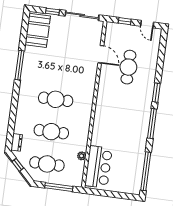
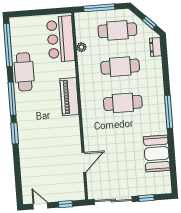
booth: (38, 30) -> (157, 154), moved
door: (101, 54) -> (84, 162), swing flipped
window: (20, 65) -> (169, 112), moved
cafe table: (128, 67) -> (24, 72), moved
piano: (101, 115) -> (69, 97), added

